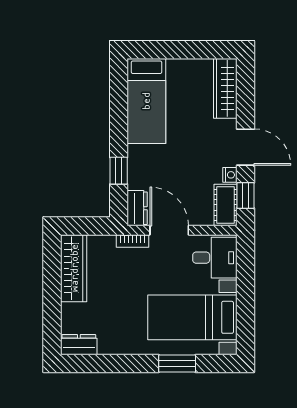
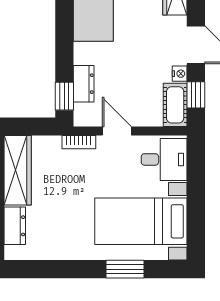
window: (119, 171) -> (64, 96), moved
dresser: (137, 208) -> (84, 84), moved
door: (169, 230) -> (117, 131), width x0.73
dresser: (79, 345) -> (15, 226), moved, turned 90

